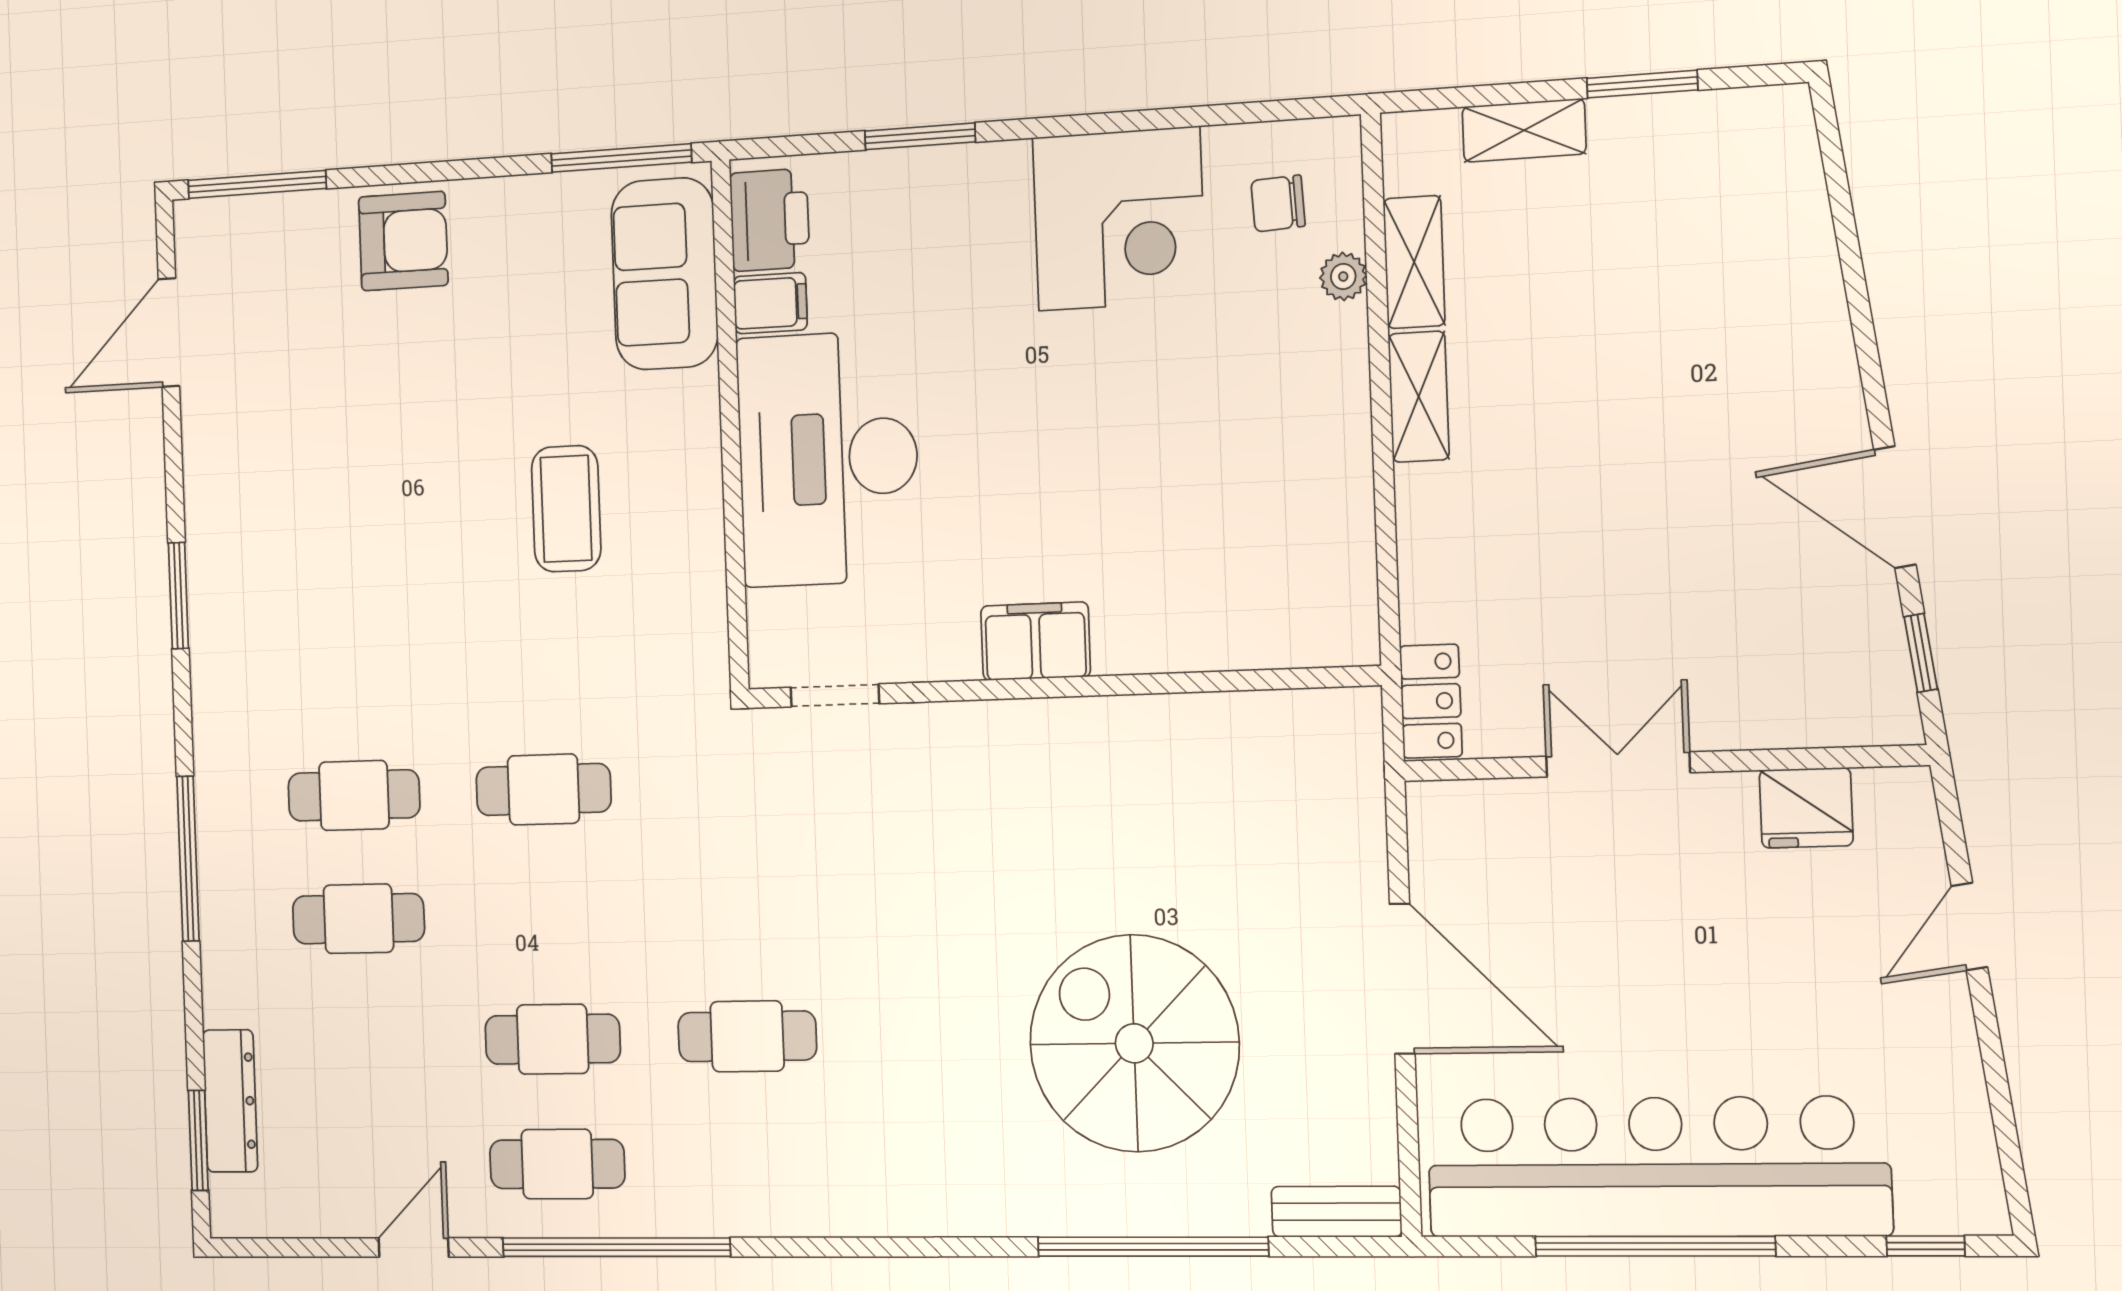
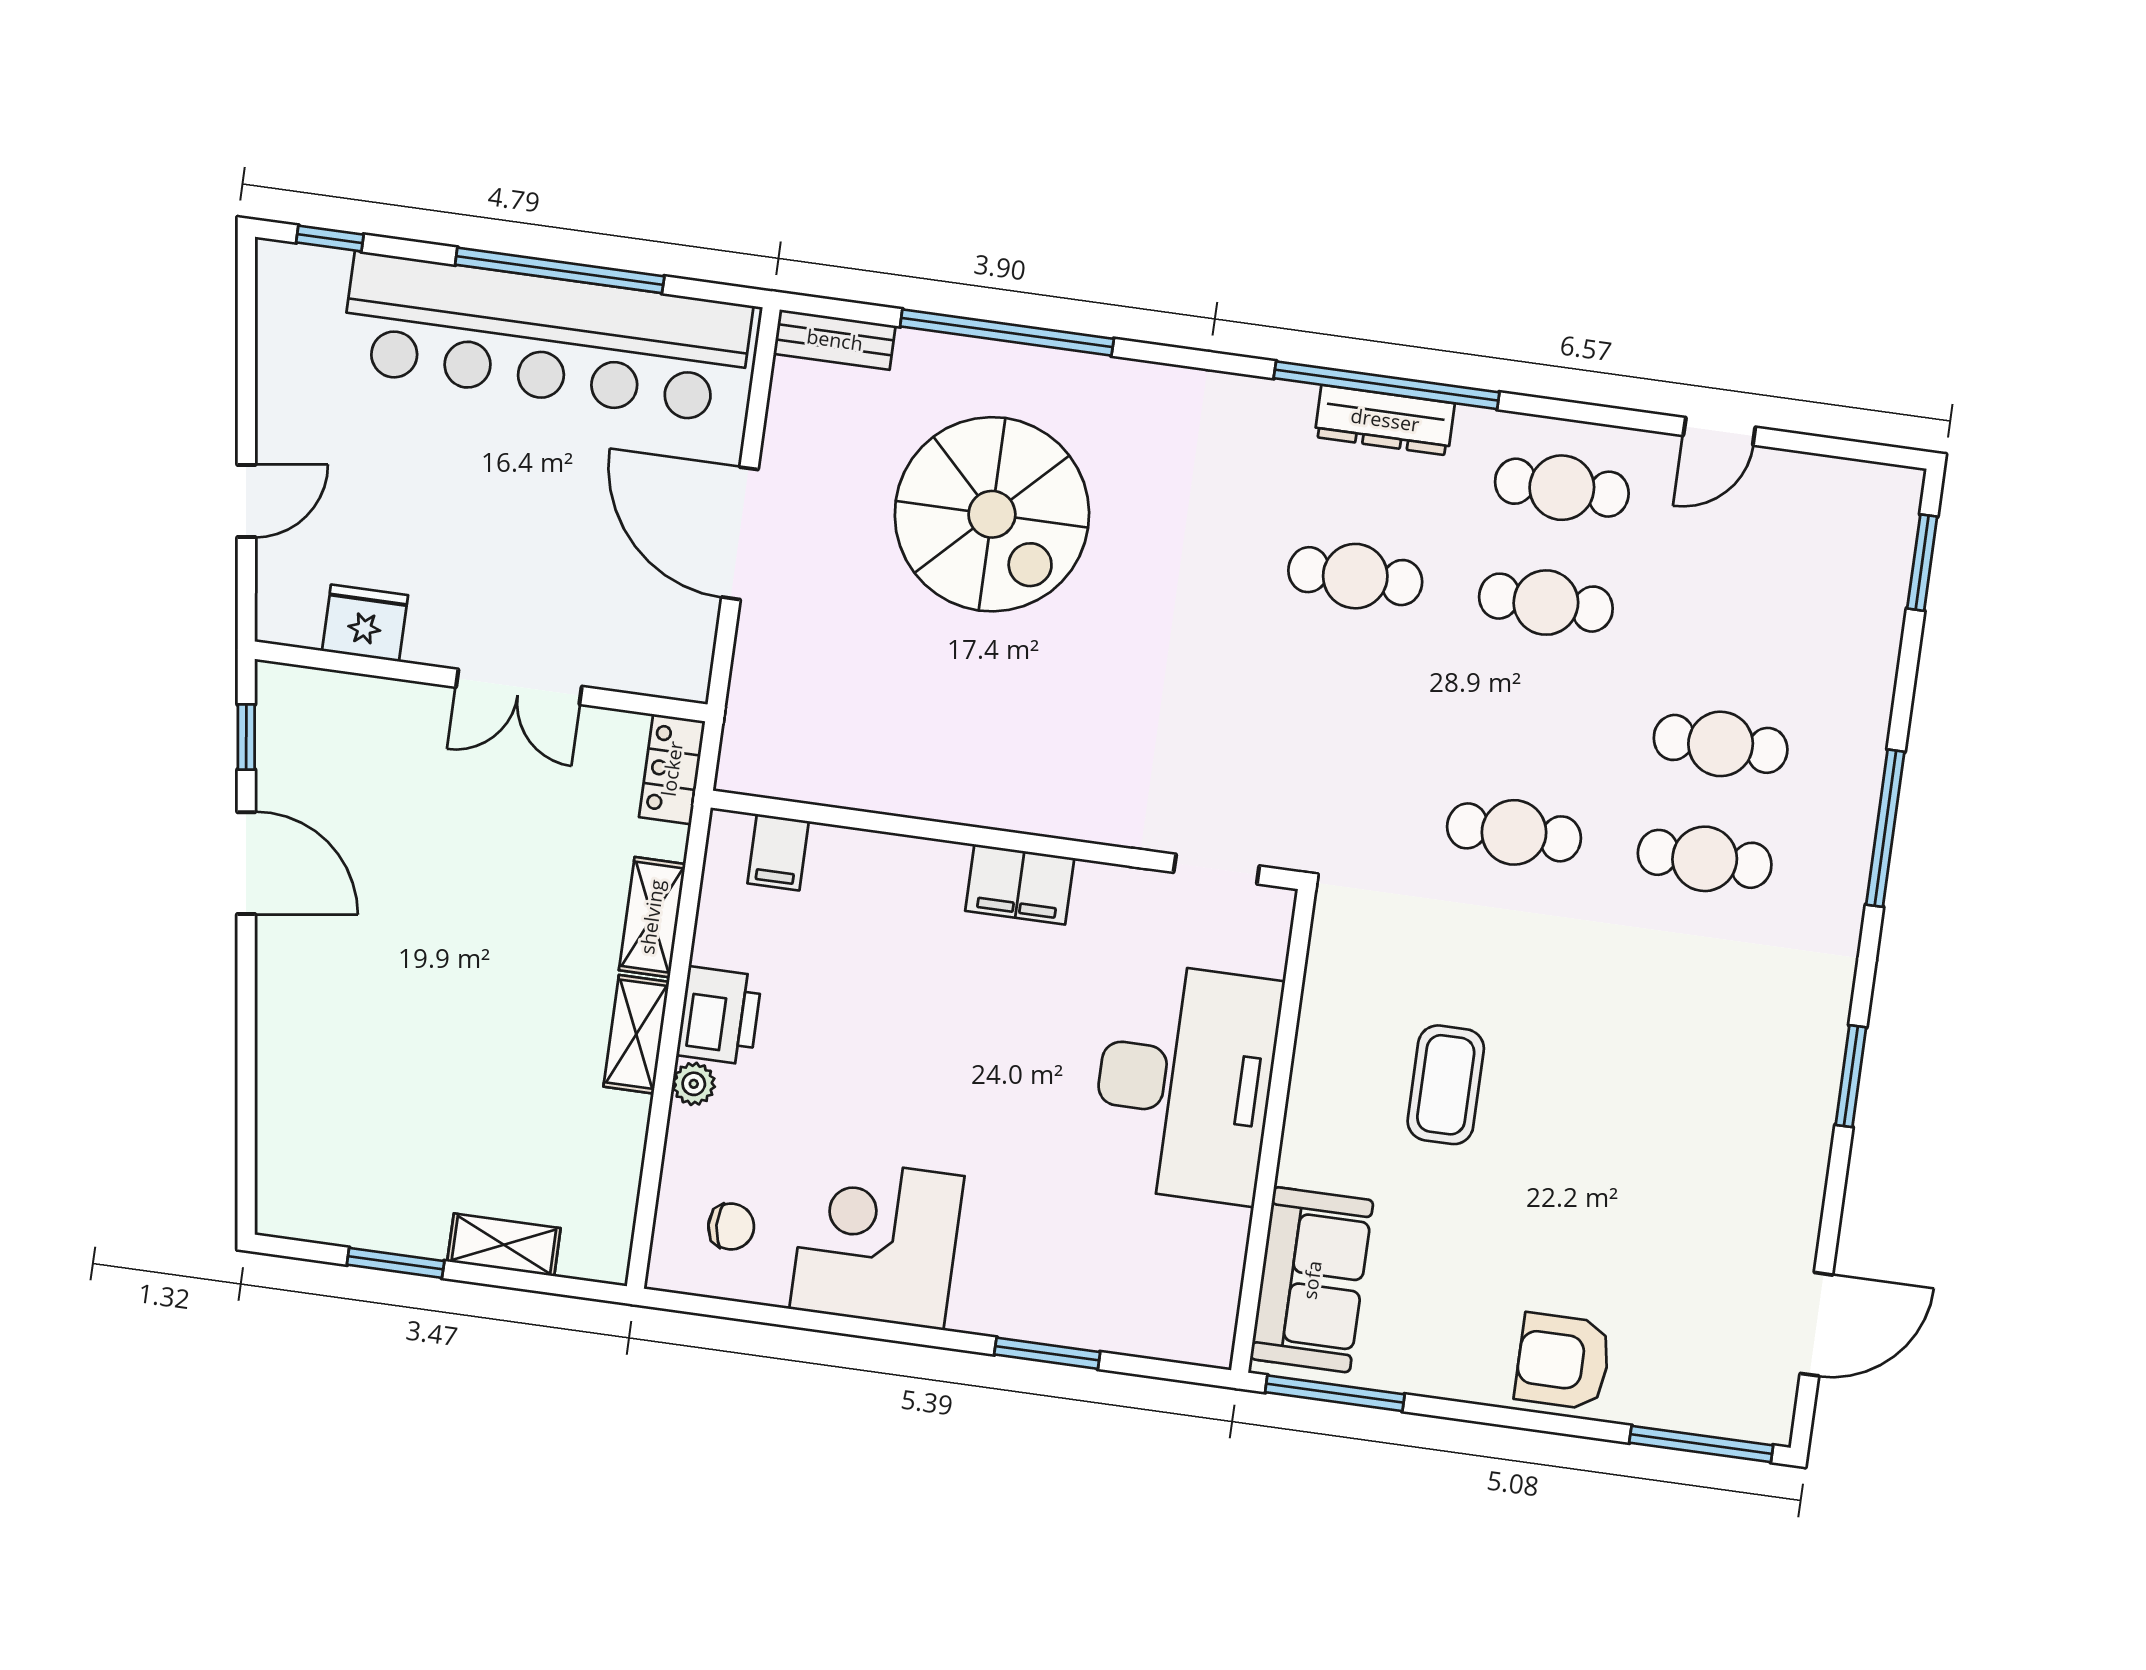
printer: (770, 220) -> (719, 1016), moved, turned 180
shelving: (1414, 262) -> (652, 917), moved
plant: (1343, 276) -> (694, 1084), moved
filing cabinet: (770, 303) -> (778, 852), moved, turned -90
dresser: (230, 1101) -> (1385, 420), moved, turned -90
window: (616, 1247) -> (1387, 385), moved

